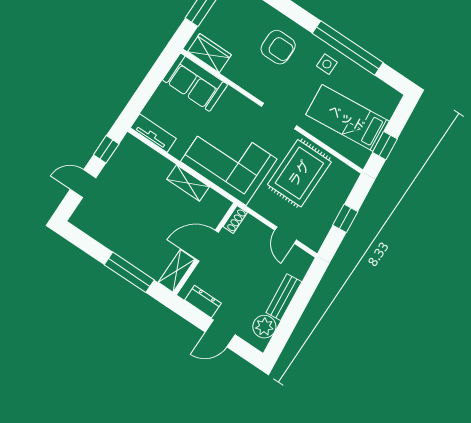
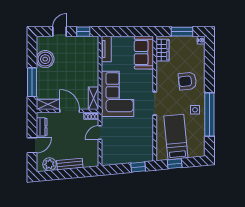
armchair: (278, 47) -> (187, 81), turned 84
rug: (299, 173) -> (134, 132), removed
shelving: (188, 183) -> (94, 98), moved
door: (83, 184) -> (60, 32), hinge flipped
window: (345, 218) -> (138, 167), moved
boiler: (109, 231) -> (45, 59), added
door: (286, 235) -> (100, 133), moved
door: (220, 333) -> (32, 145), swing flipped

